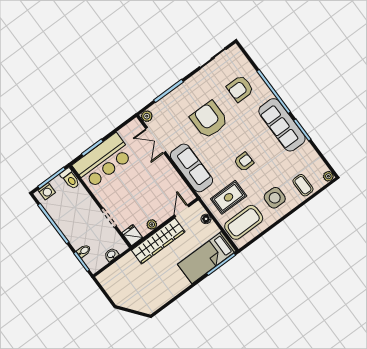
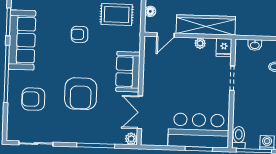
armchair: (240, 89) -> (33, 99), turned 180
double door: (156, 140) -> (140, 112), swing flipped
sofa: (192, 168) -> (128, 72), width x0.73

